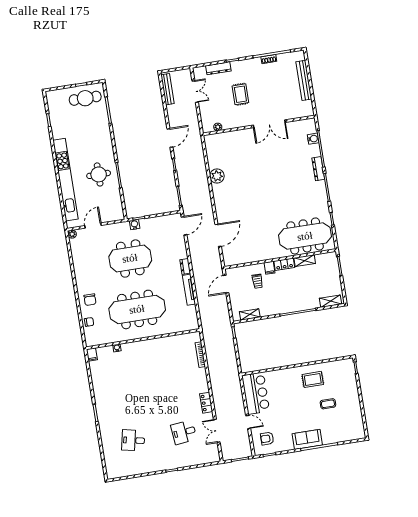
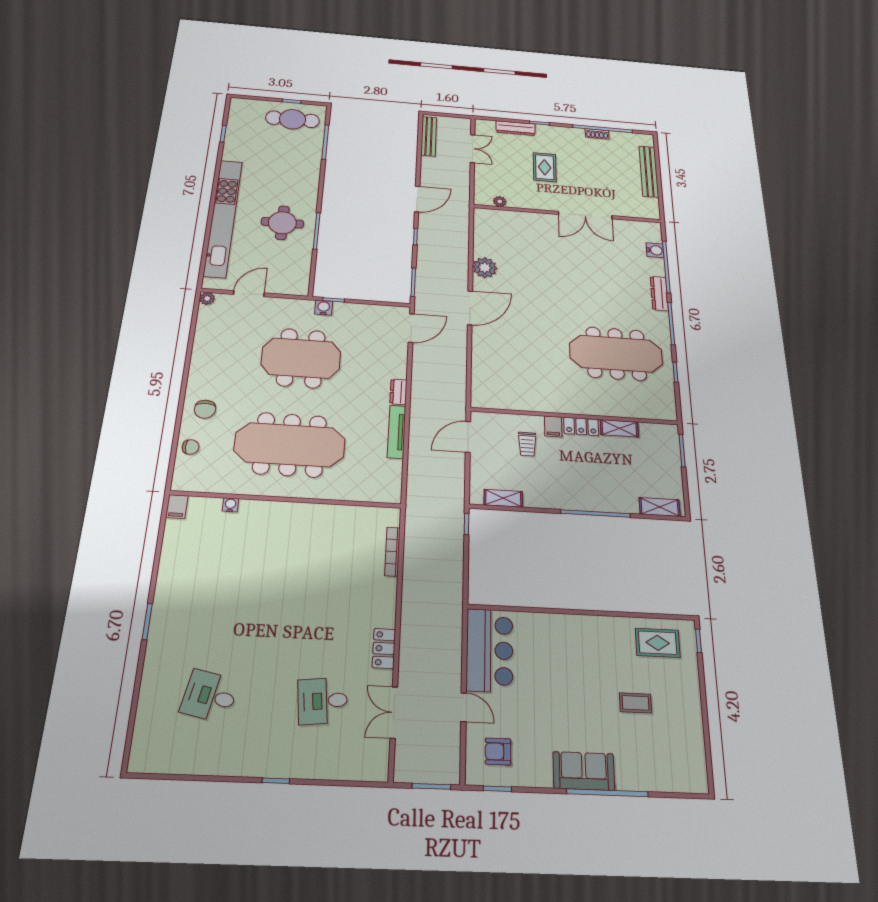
door: (218, 235) -> (470, 308), moved
meeting table: (305, 236) -> (616, 354), moved
rug: (313, 379) -> (658, 643), moved

